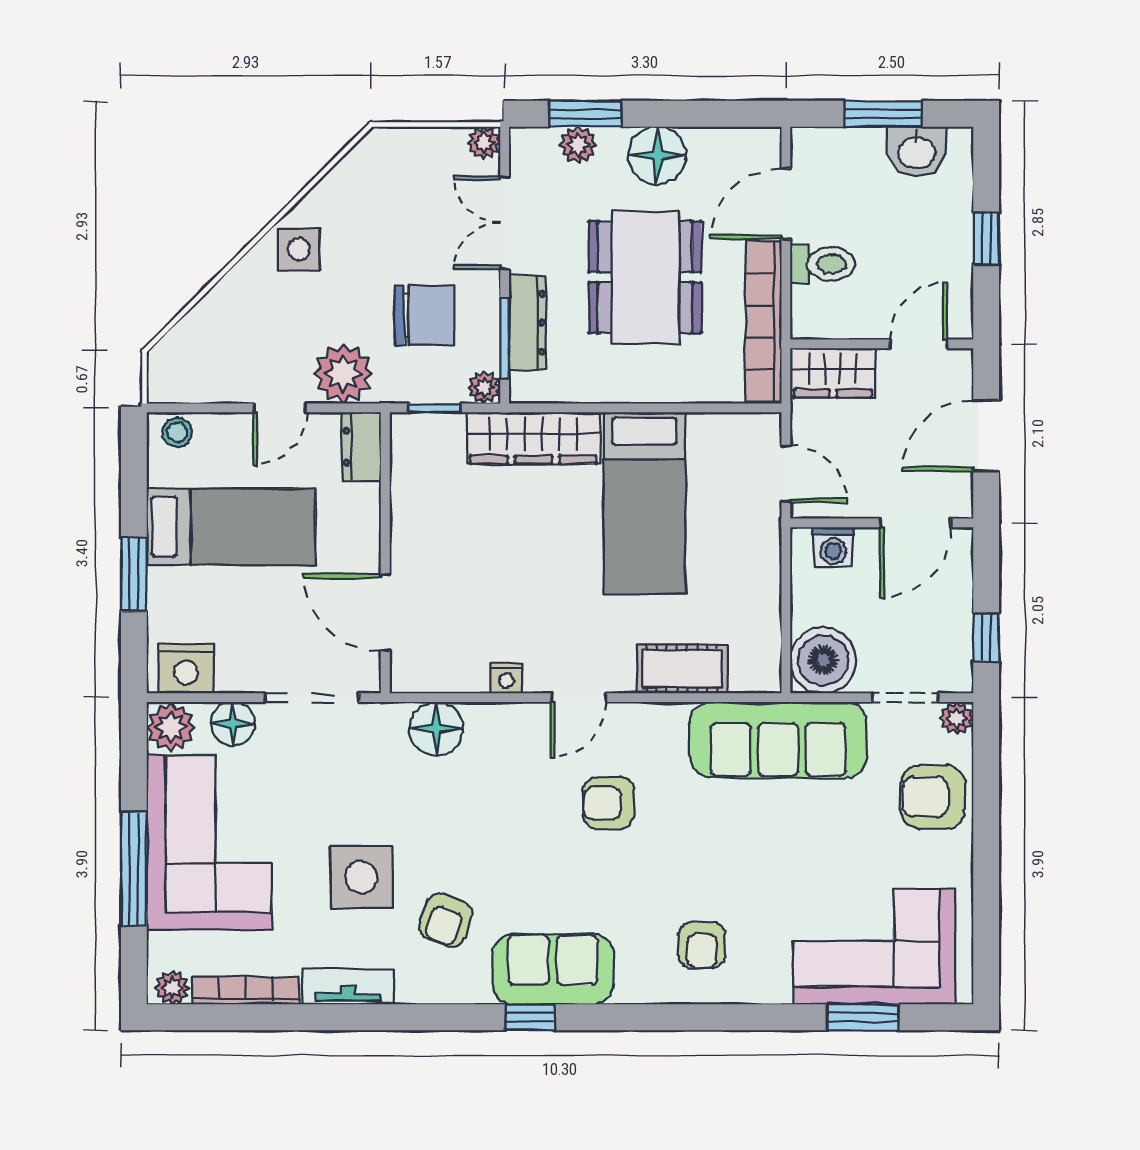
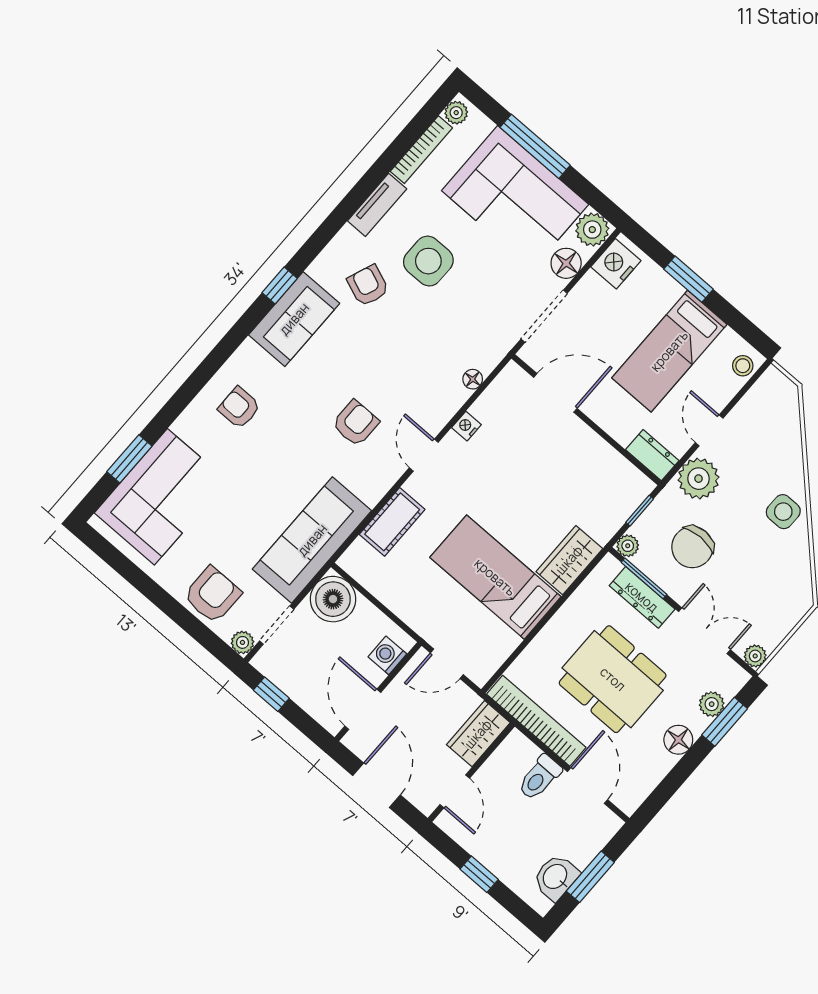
floor lamp: (657, 155) -> (678, 740), width x0.73, depth x0.73
wardrobe: (533, 438) -> (569, 560), width x0.67
floor lamp: (436, 729) -> (473, 379), width x0.53, depth x0.53

